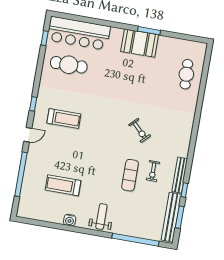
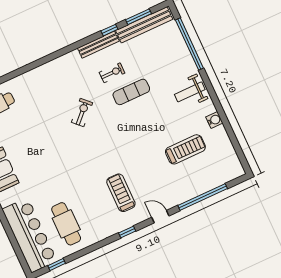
treadmill: (63, 185) -> (185, 149), turned -90

